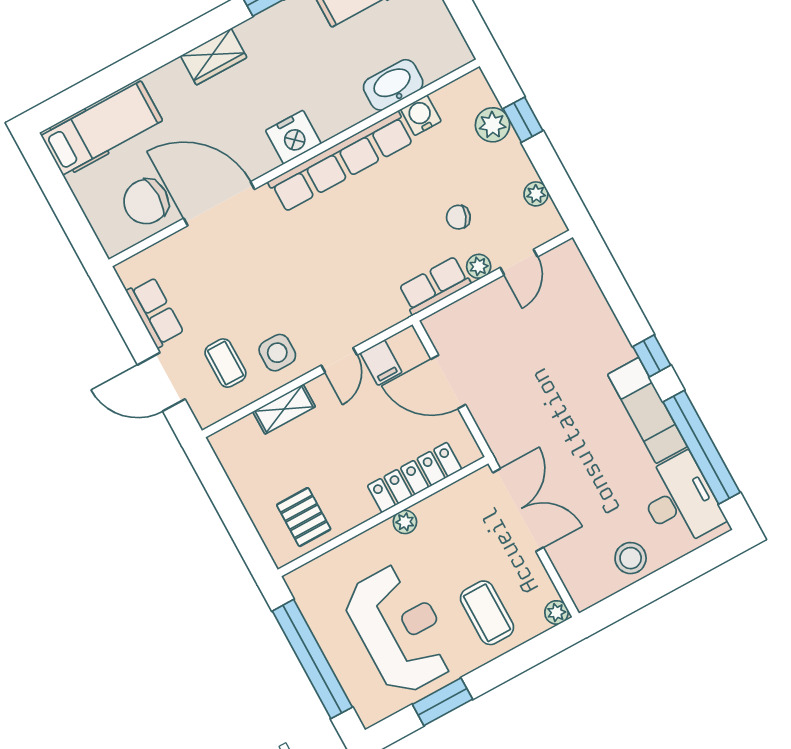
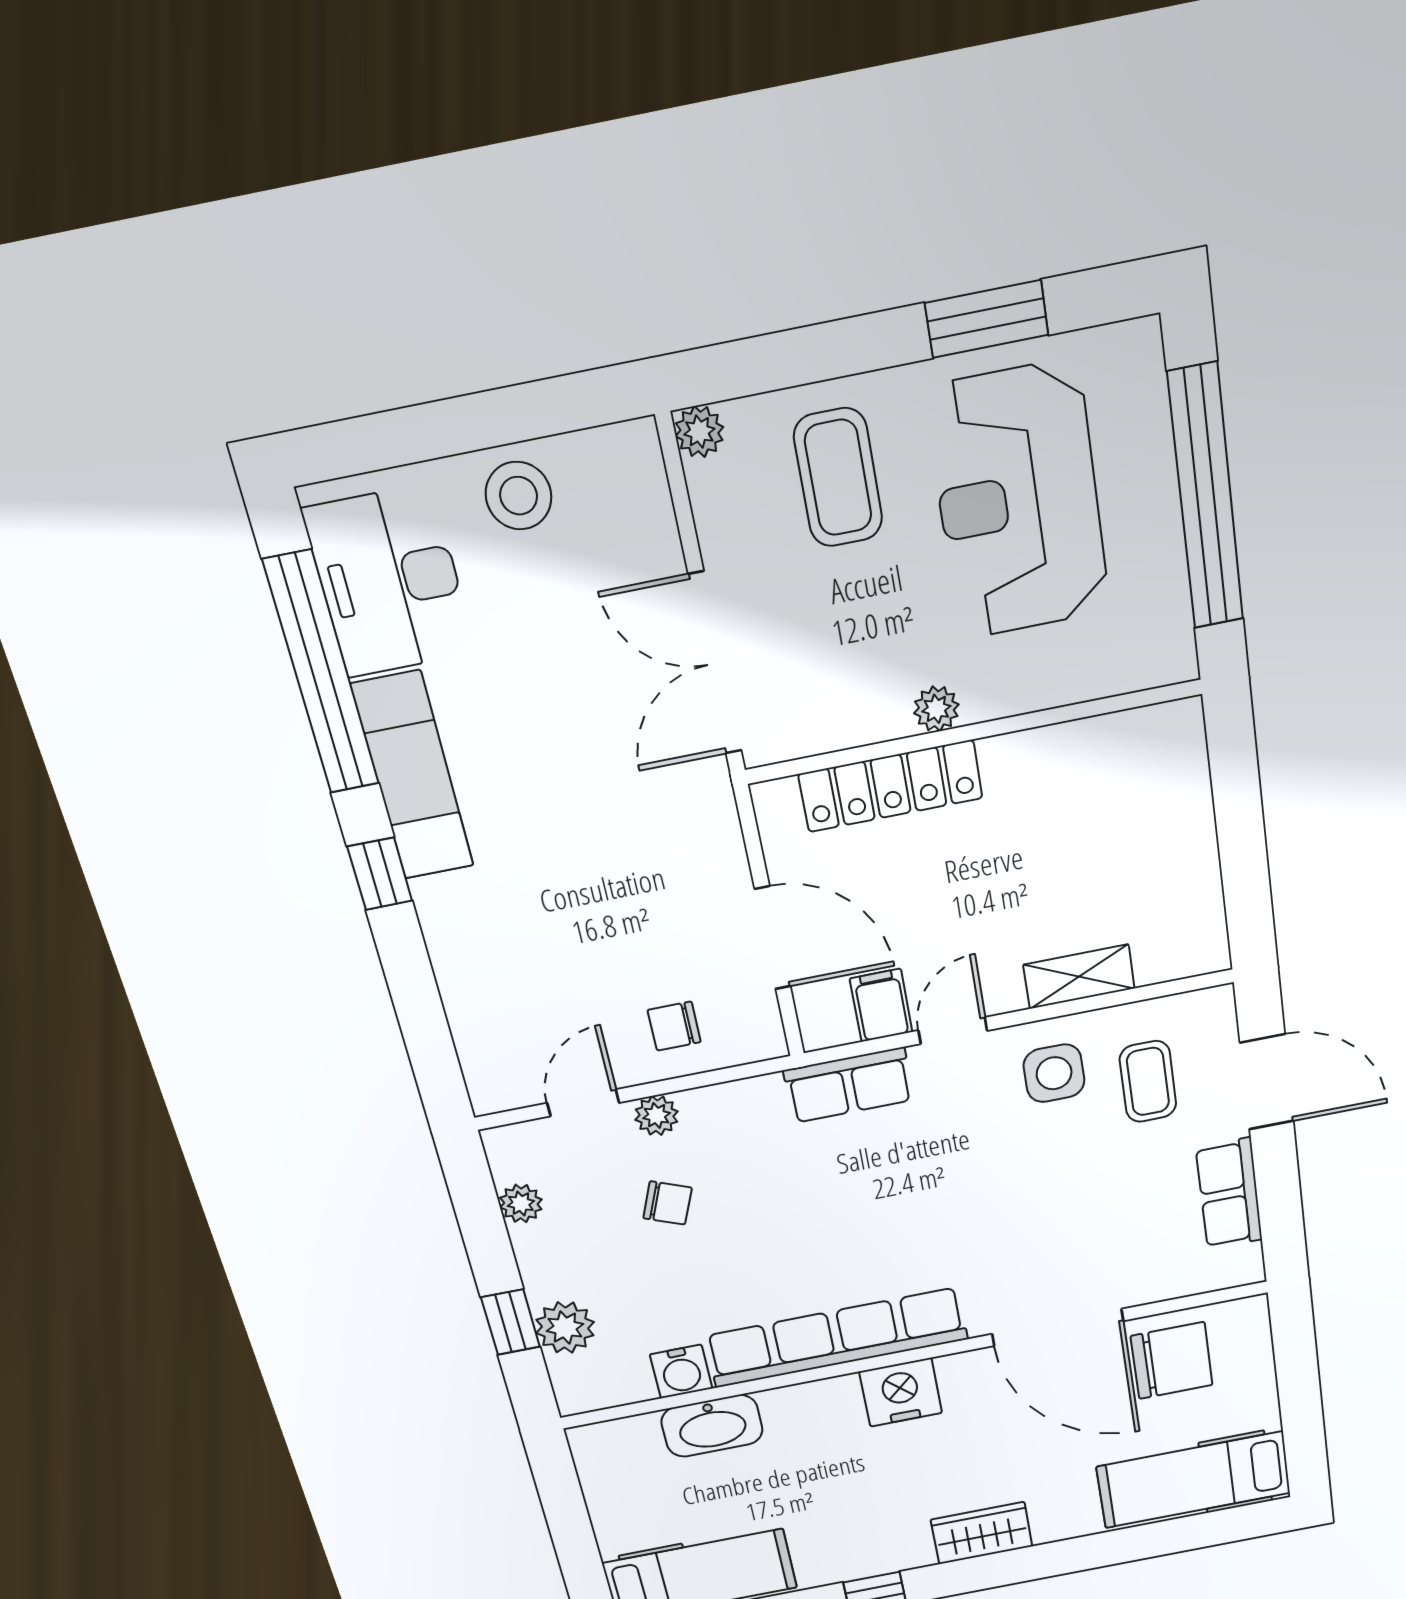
row of seats: (434, 286) -> (849, 1085), moved
chair: (484, 319) -> (674, 1026), added
pallet: (304, 517) -> (1118, 777), removed

